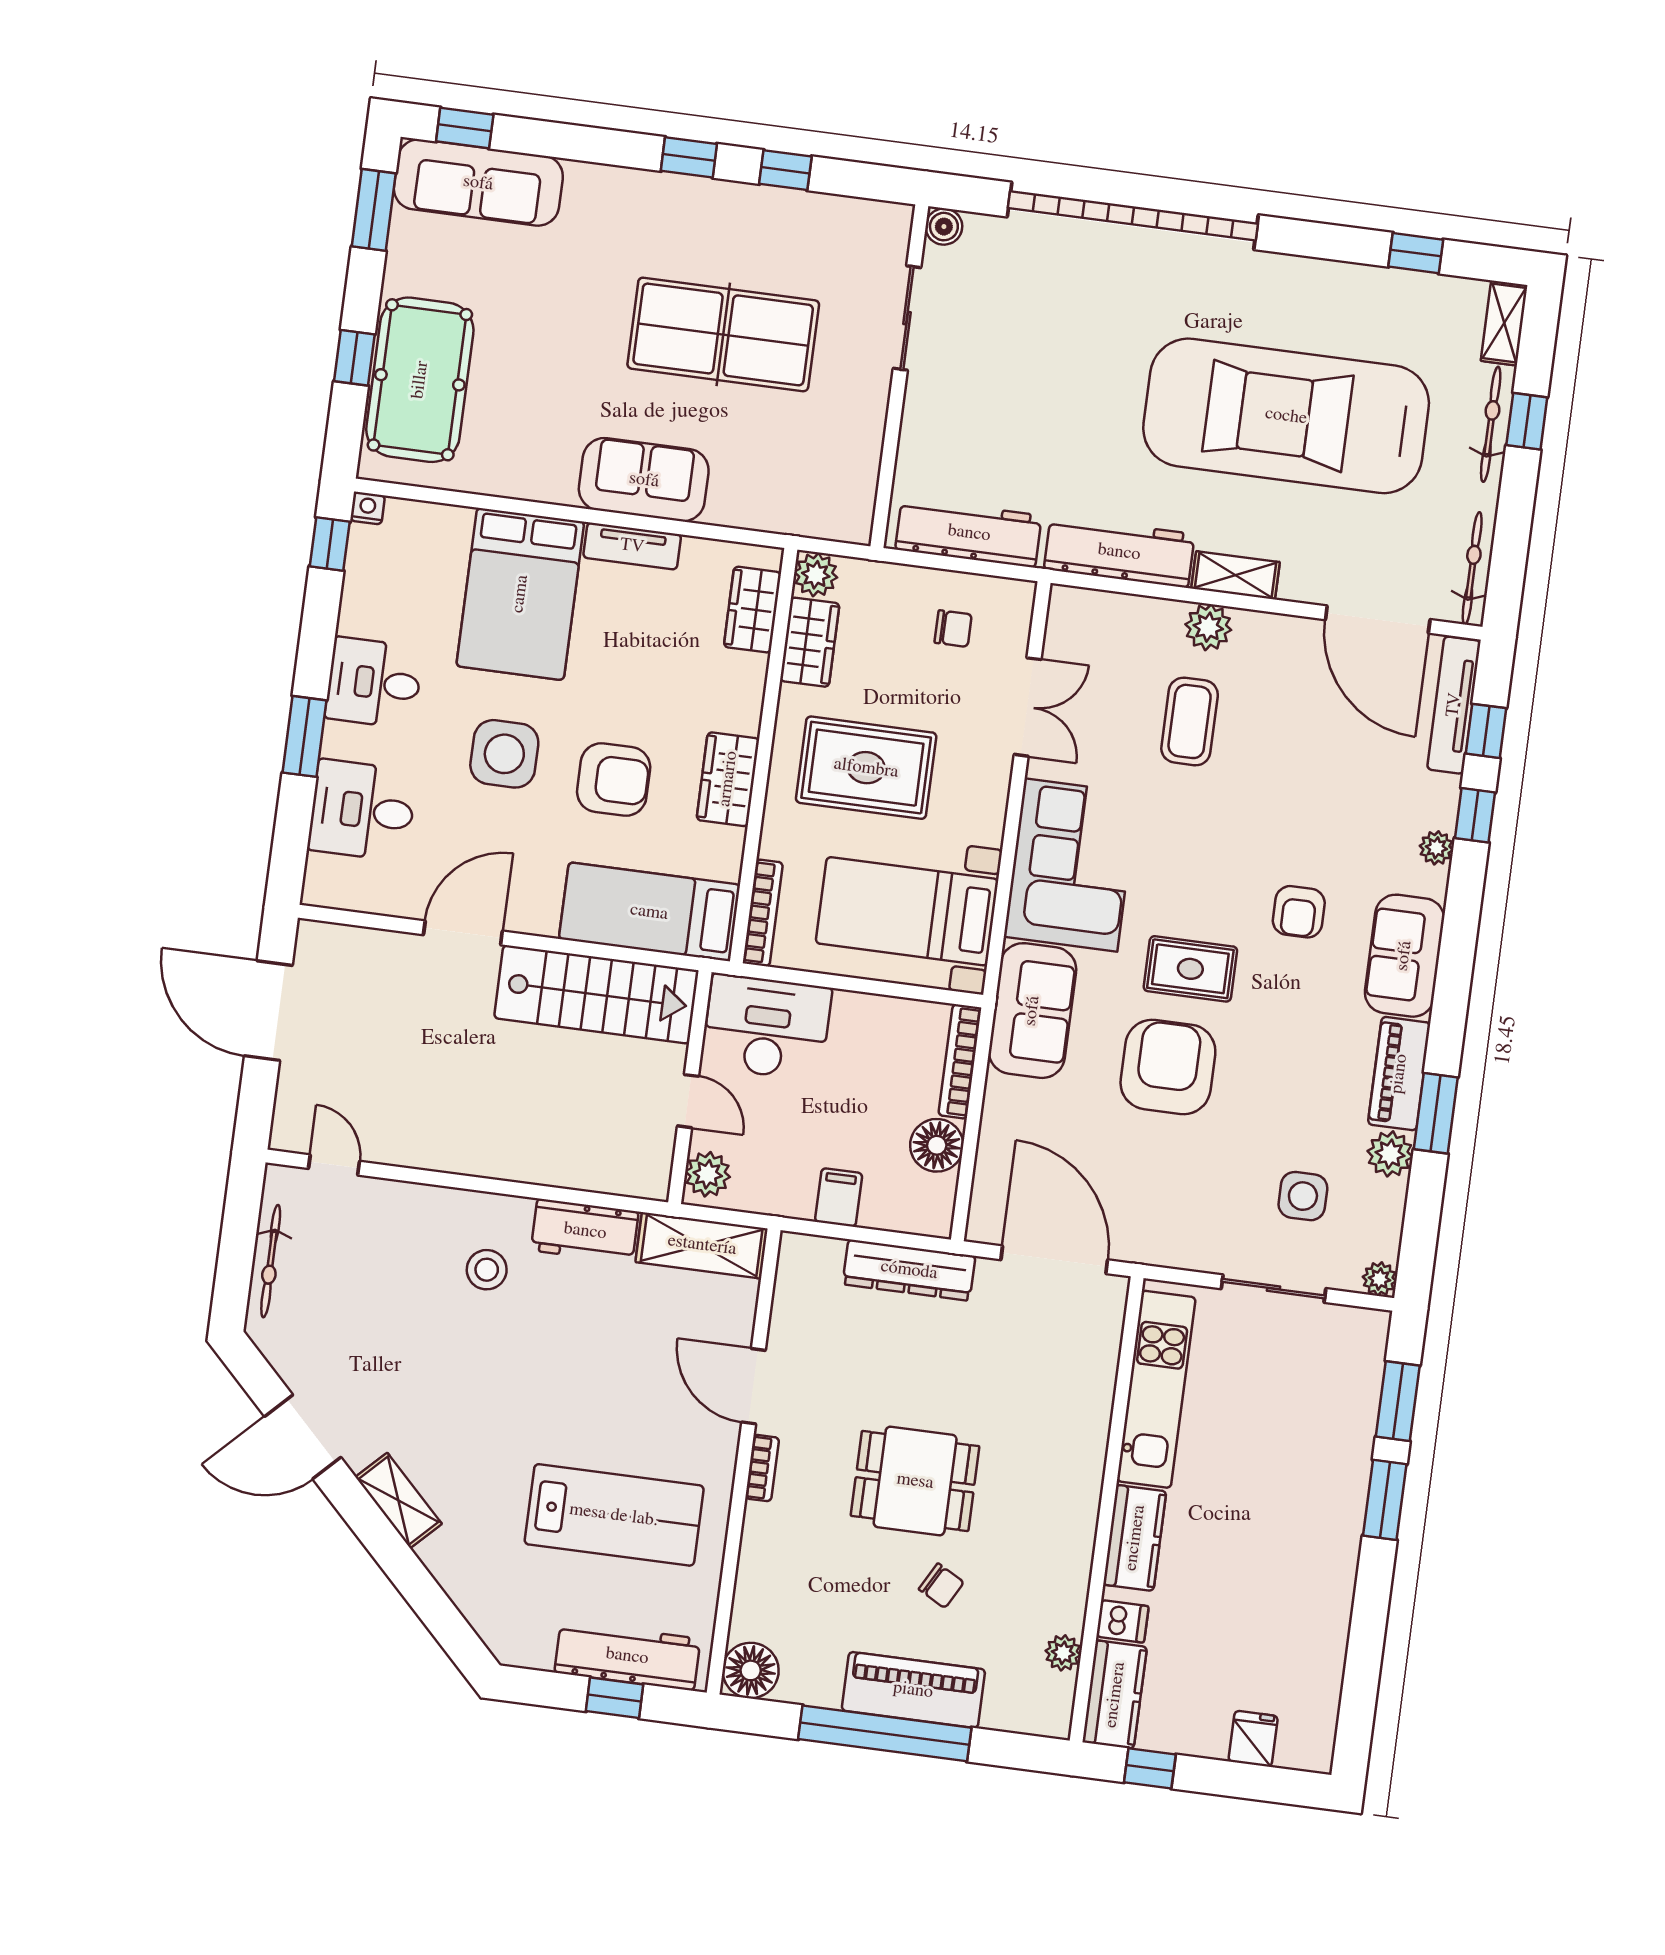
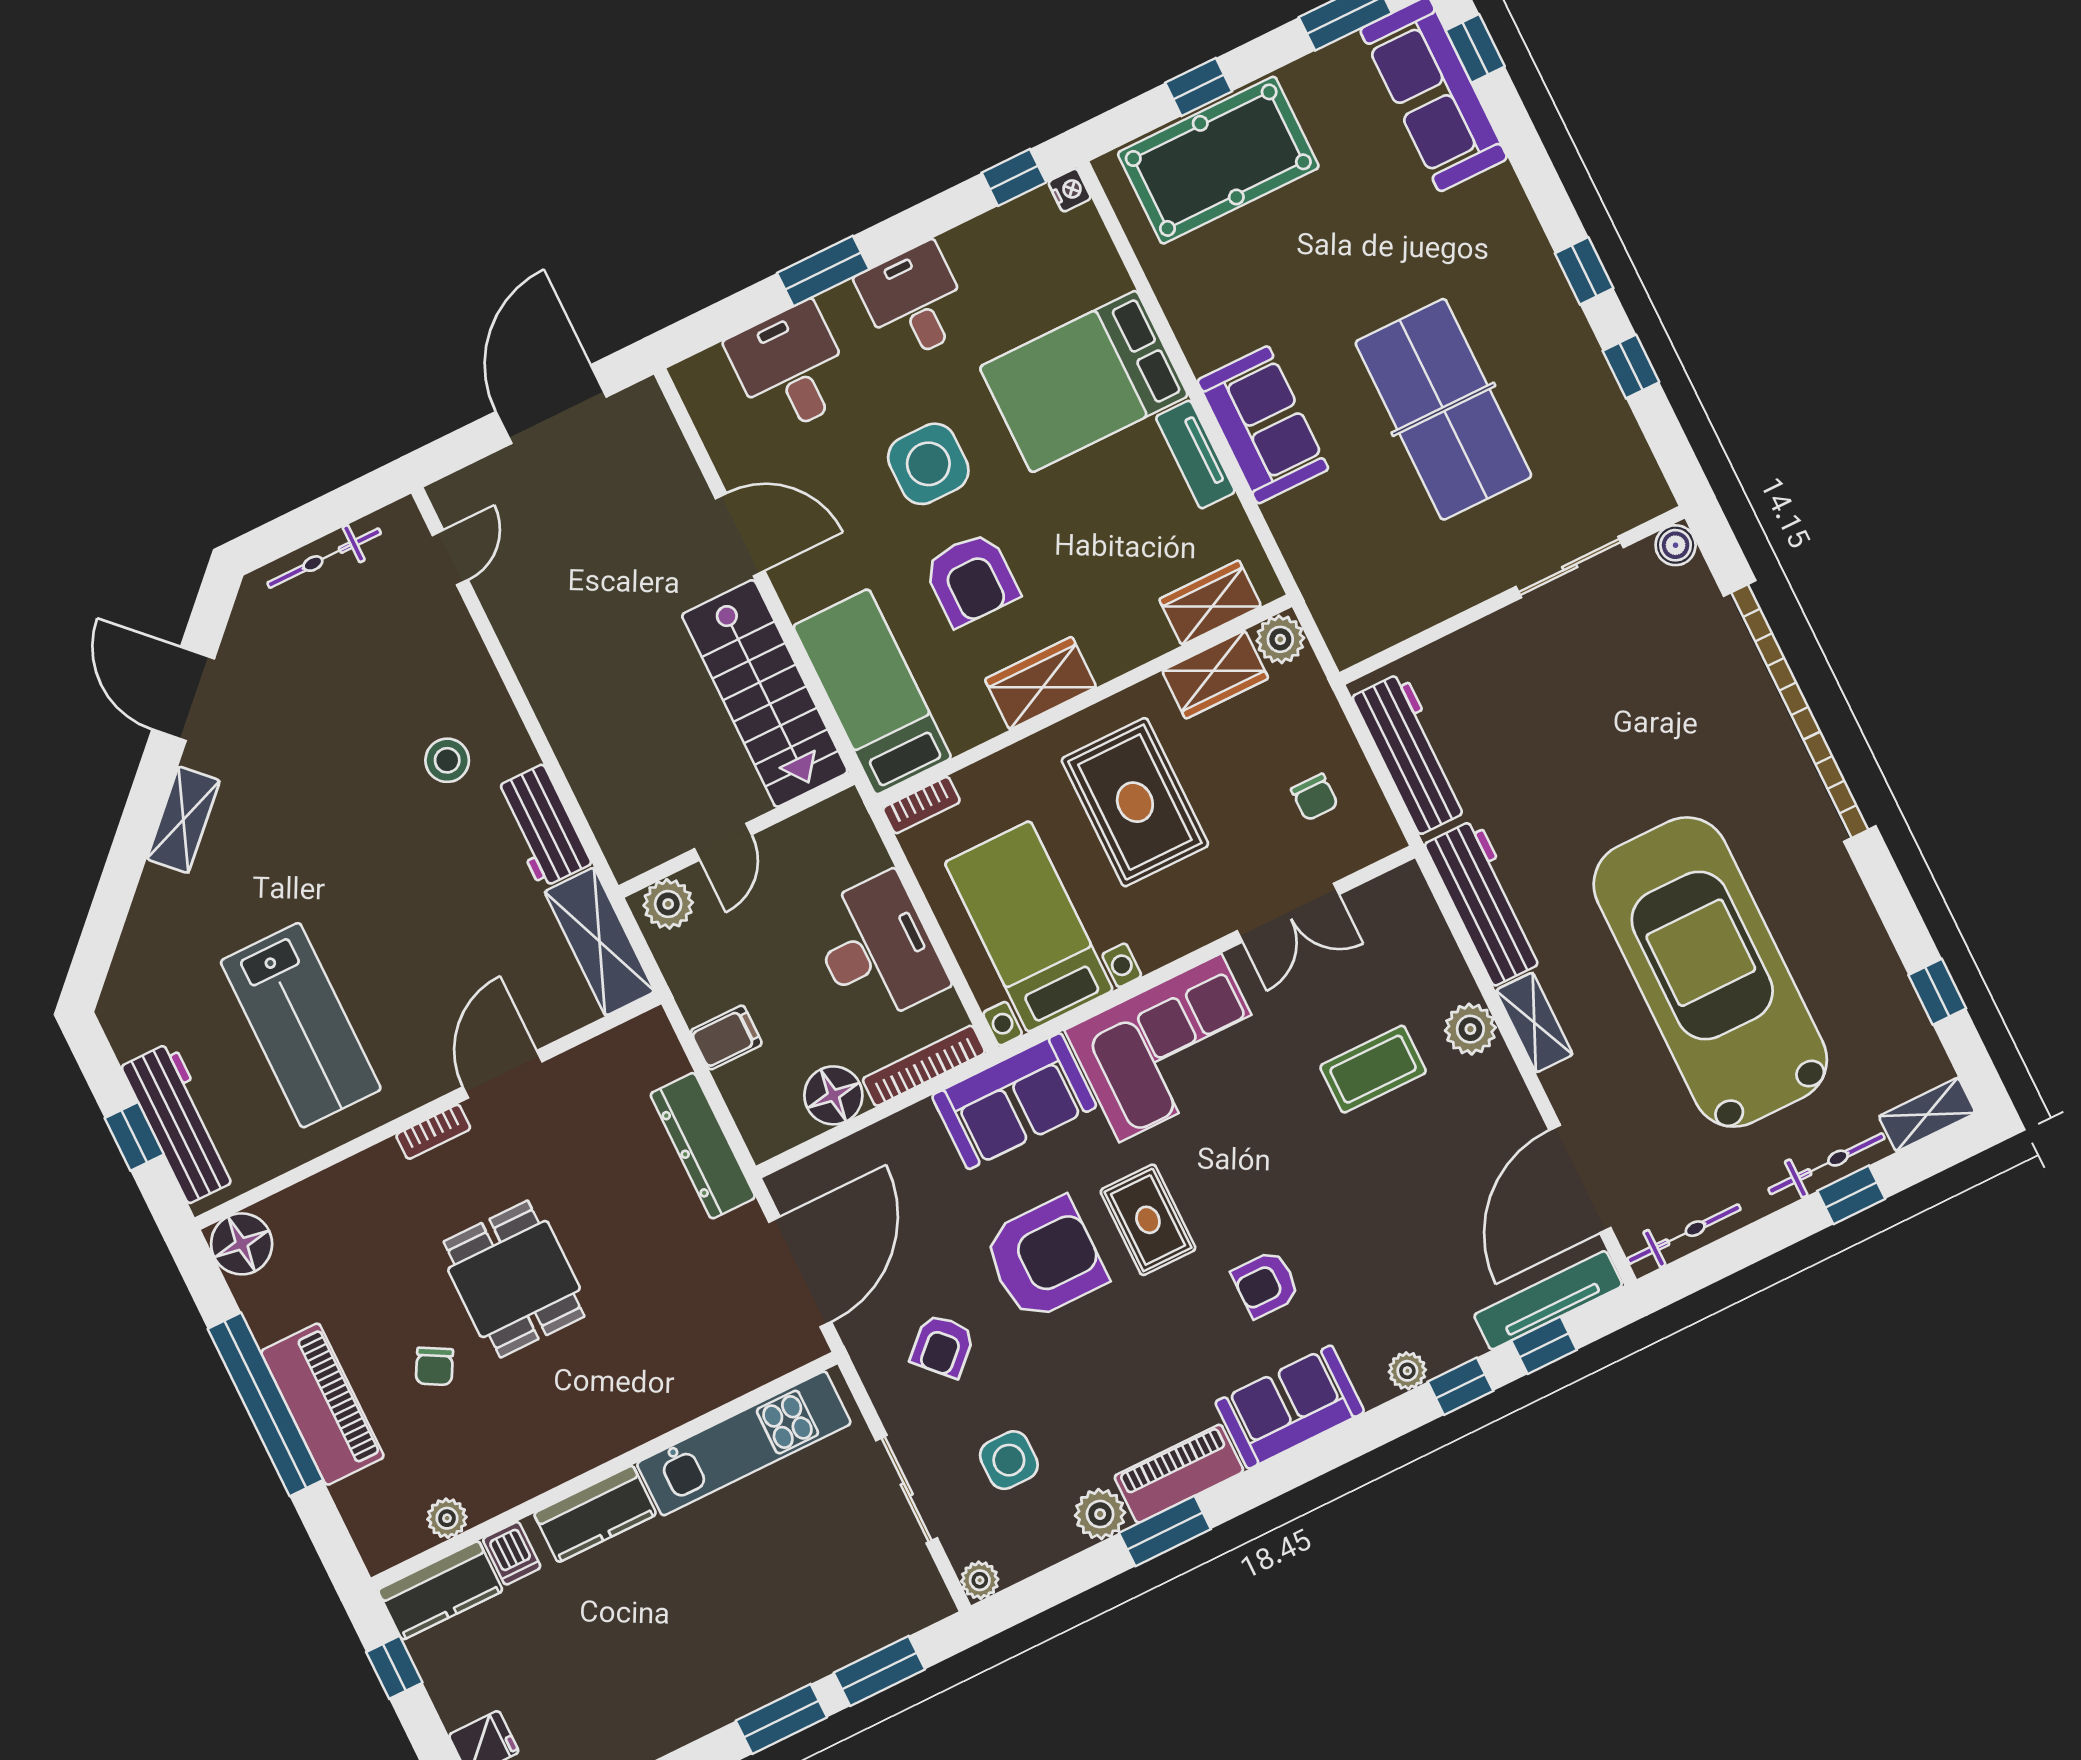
bookcase: (763, 913) -> (921, 805), width x0.64
desk: (767, 1027) -> (877, 949), moved
armchair: (1182, 1189) -> (942, 1346), added

